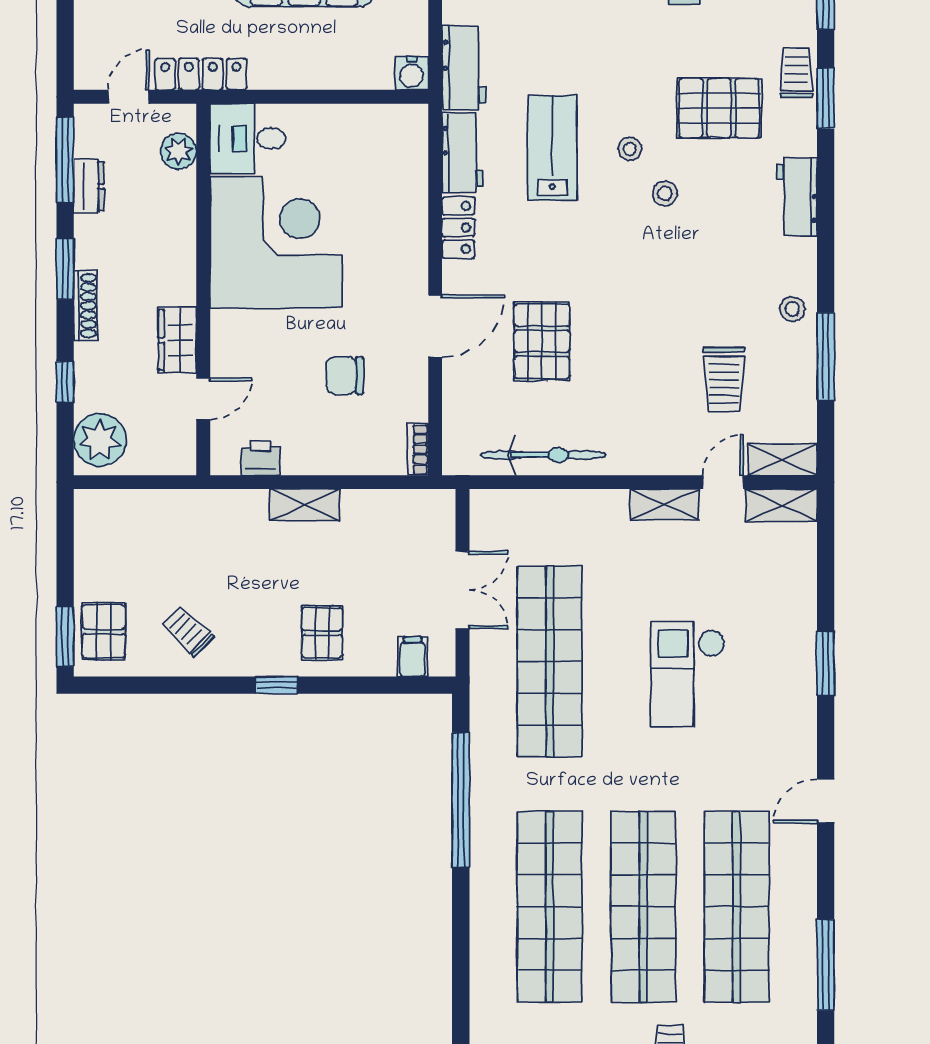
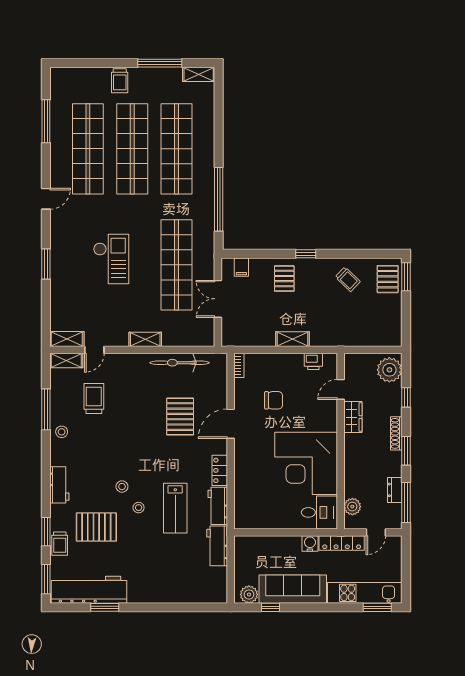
water cooler: (412, 73) -> (310, 543), moved
shelving: (665, 504) -> (145, 339), moved

